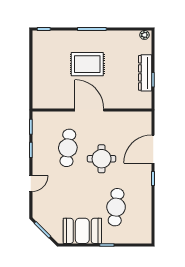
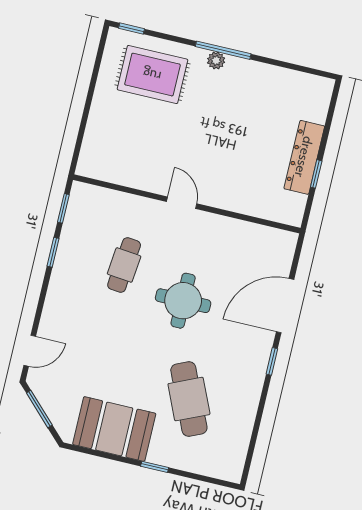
plant: (145, 35) -> (216, 60), moved
rug: (87, 64) -> (152, 75), moved
door: (89, 110) -> (182, 203), width x0.53
cafe table: (68, 148) -> (124, 265), width x0.73, depth x0.74
door: (31, 183) -> (30, 351), moved
cafe table: (116, 207) -> (189, 399), turned -30

